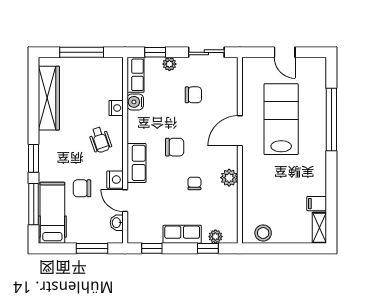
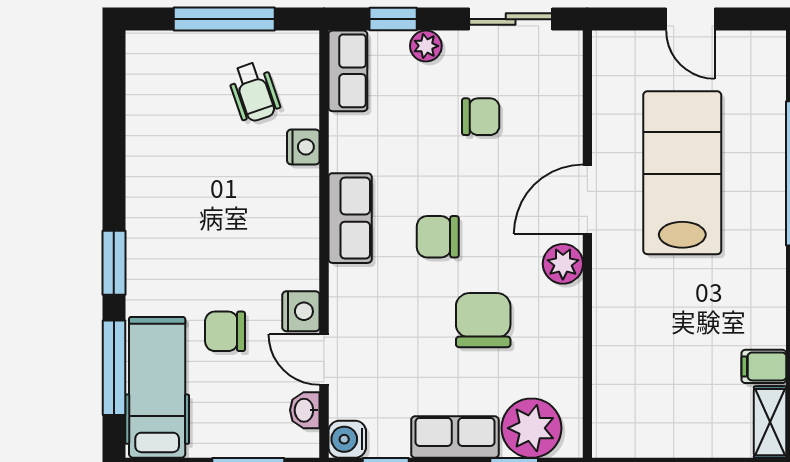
wardrobe: (49, 98) -> (149, 124), removed
water cooler: (135, 102) -> (347, 439), moved
wheelchair: (100, 140) -> (254, 92), moved
chair: (175, 147) -> (438, 237), turned 180
row of seats: (136, 163) -> (350, 218), moved
plant: (229, 178) -> (563, 264), moved
chair: (194, 183) -> (483, 320), width x1.87, depth x1.87
stool: (263, 233) -> (641, 434), removed
plant: (215, 237) -> (532, 428), width x1.88, depth x1.88

